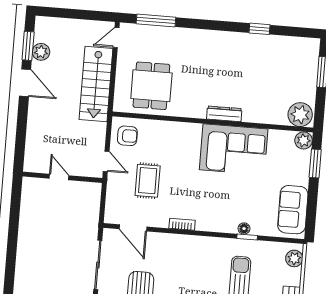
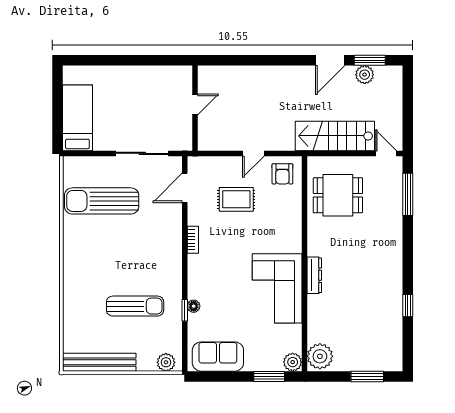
door: (59, 177) -> (195, 105), moved
wall: (62, 177) -> (195, 108), moved

